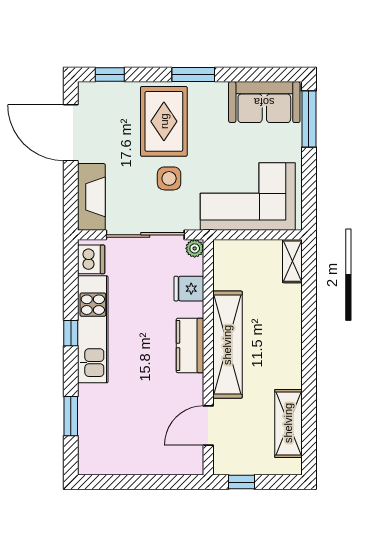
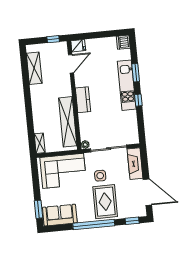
window: (193, 75) -> (94, 225), width x2.11
window: (309, 119) -> (38, 209), width x0.69
dishwasher: (91, 259) -> (123, 42), moved
fridge: (189, 289) -> (78, 46), moved
kitchen unit: (93, 329) -> (127, 85), moved
shelving: (227, 345) -> (68, 122), moved
window: (71, 416) -> (136, 73), moved

